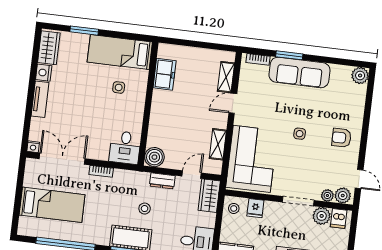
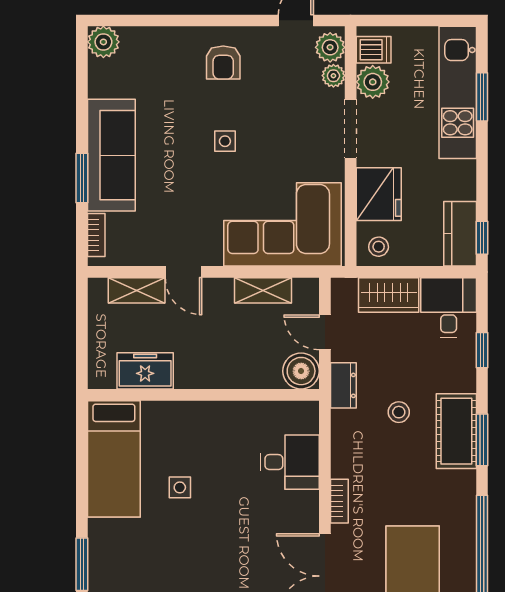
bed: (120, 52) -> (114, 459), moved
freezer: (165, 74) -> (145, 371), moved
wall: (148, 104) -> (203, 395), moved
boiler: (154, 157) -> (301, 371), moved
wardrobe: (209, 196) -> (389, 295), moved
fridge: (255, 208) -> (379, 194), width x1.88, depth x1.34

